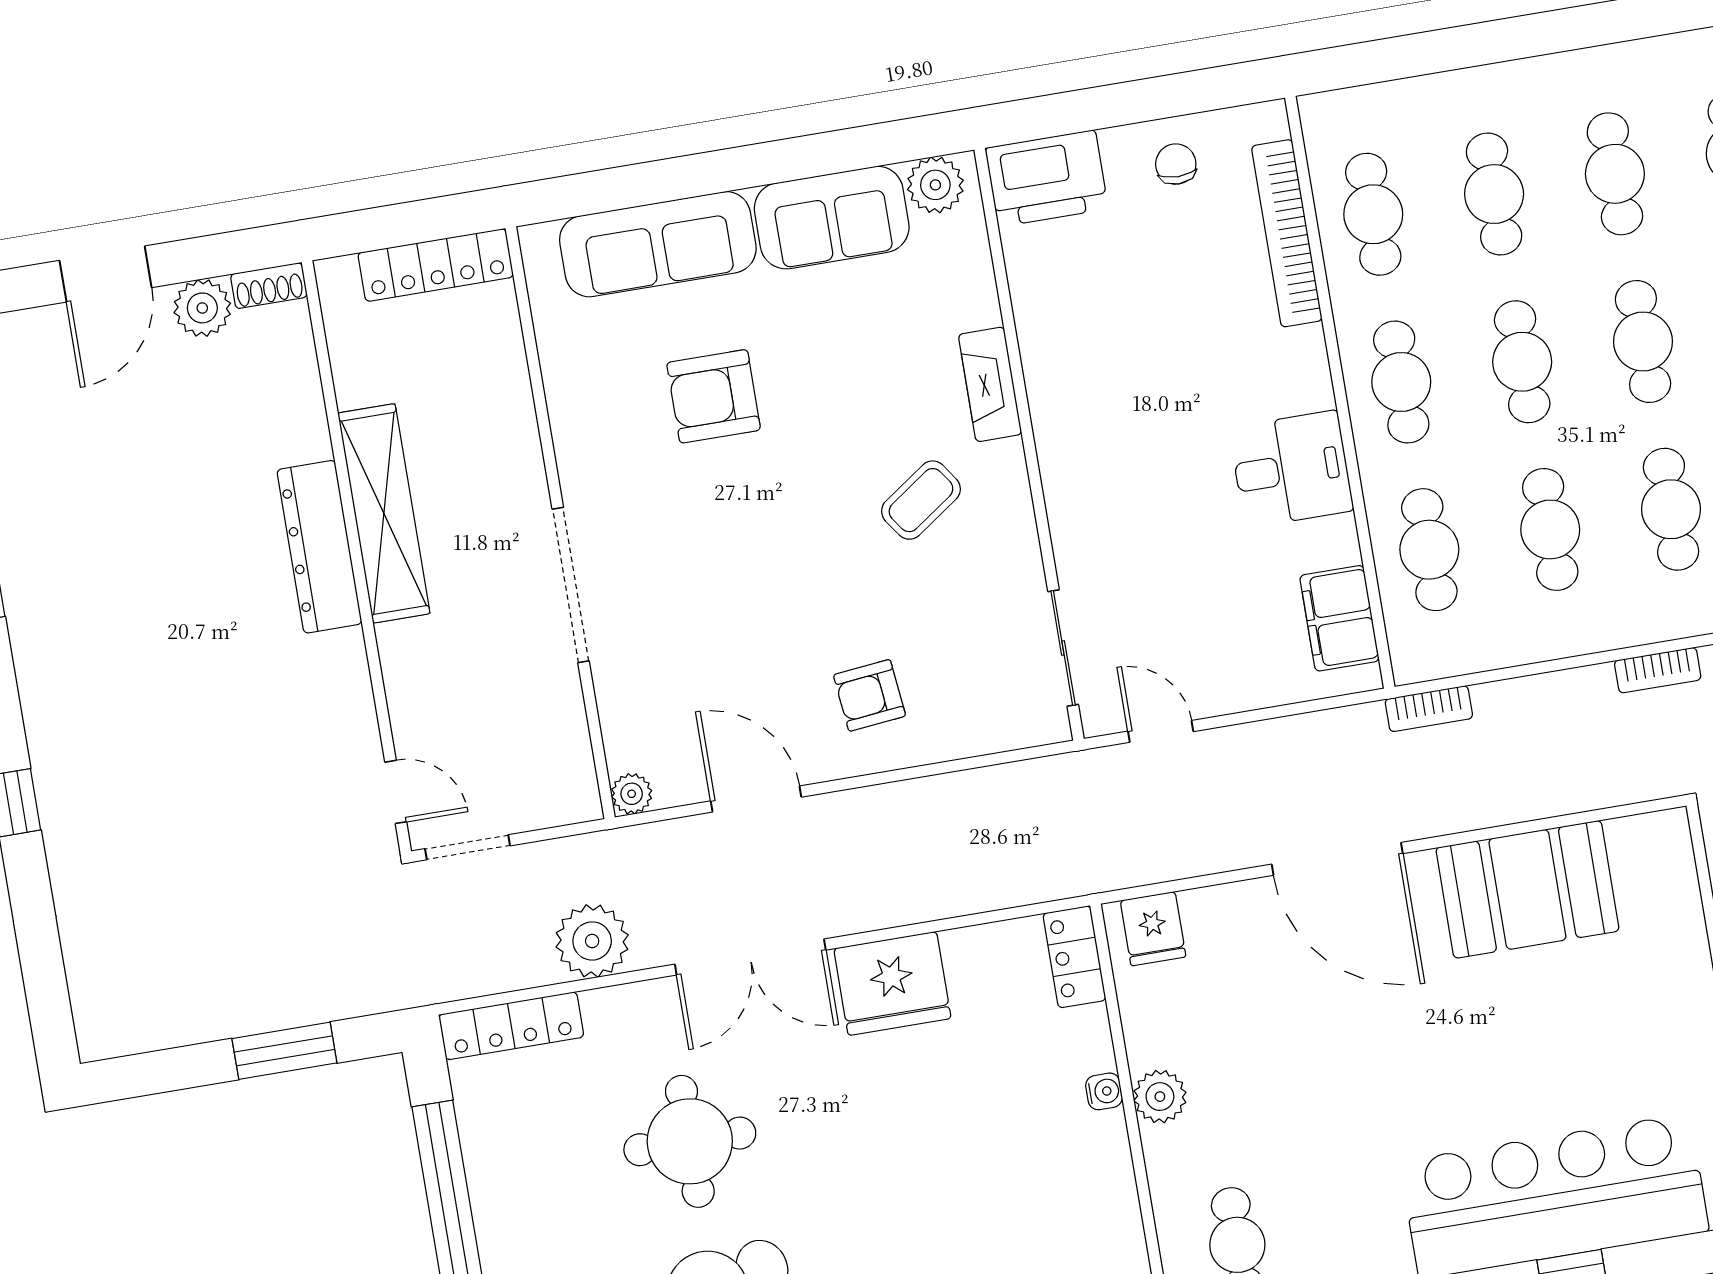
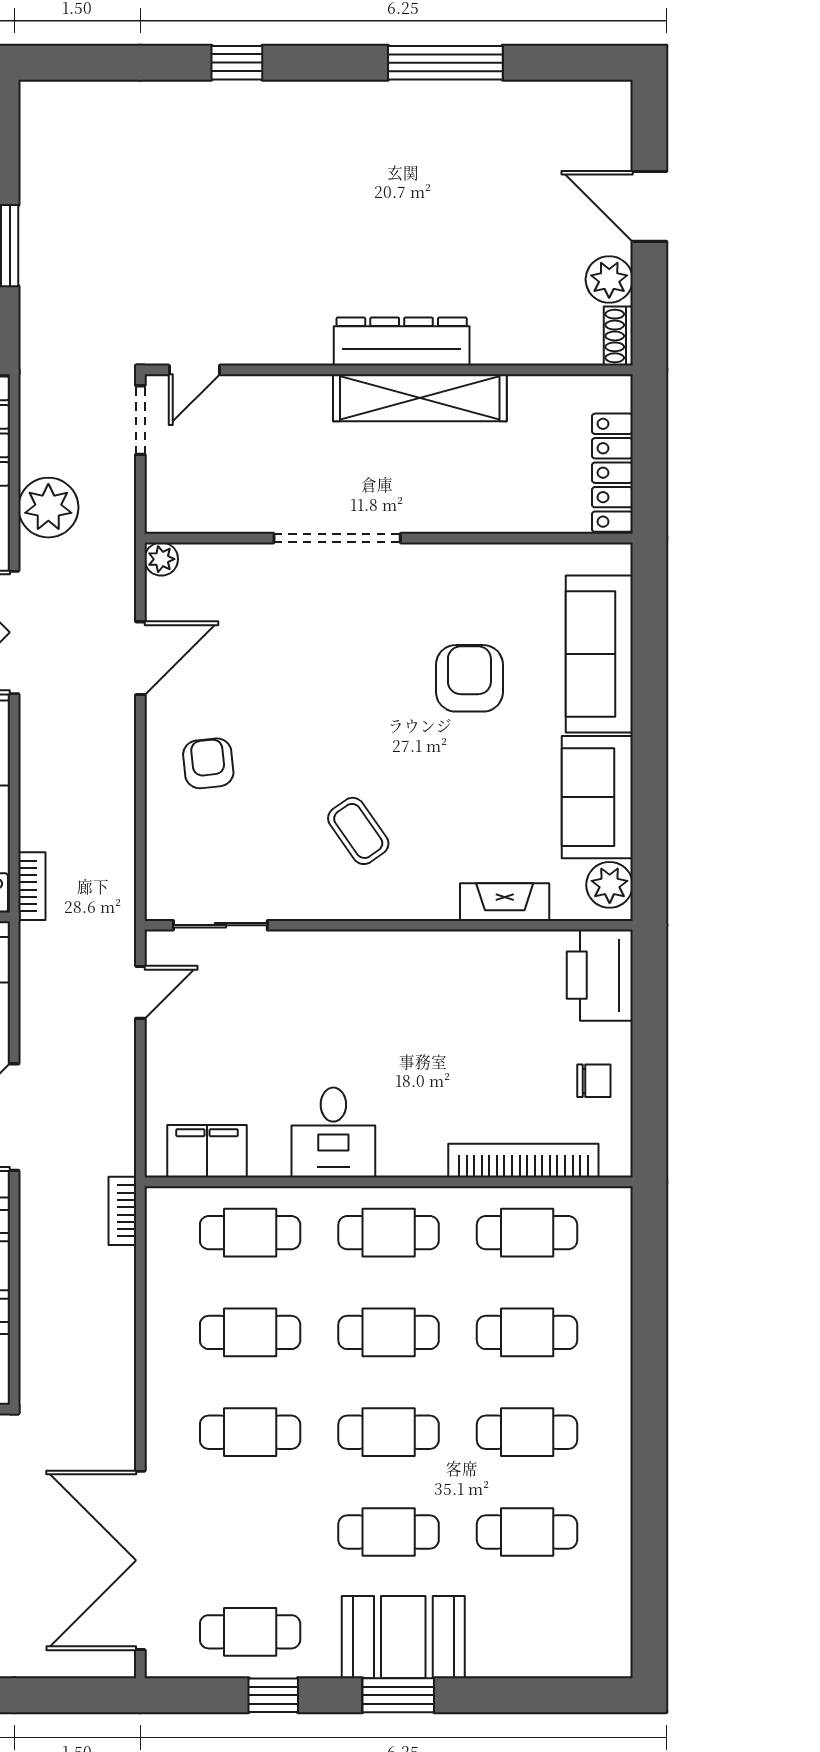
fireplace: (990, 384) -> (505, 902), moved
bookcase: (1658, 670) -> (32, 886), moved, turned 180

